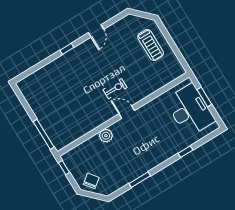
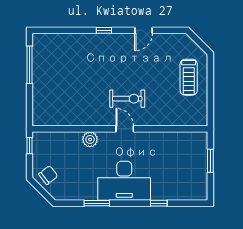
exercise bike: (115, 89) -> (127, 99), width x1.38, depth x1.39
desk: (190, 110) -> (124, 181), moved, turned 90
window: (44, 134) -> (30, 65), moved

